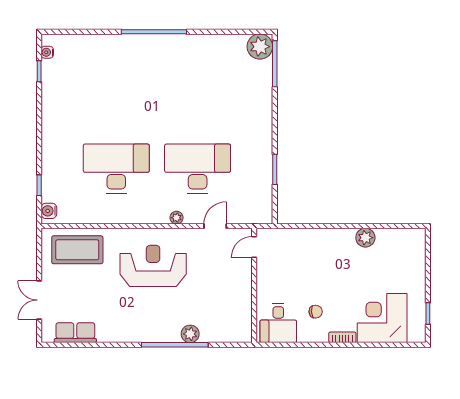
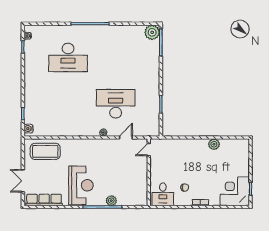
desk: (116, 169) -> (68, 57), moved, turned 180
reception desk: (153, 266) -> (81, 185), moved, turned 90
corner desk: (382, 318) -> (235, 191), moved
row of seats: (75, 333) -> (44, 200), width x1.48

